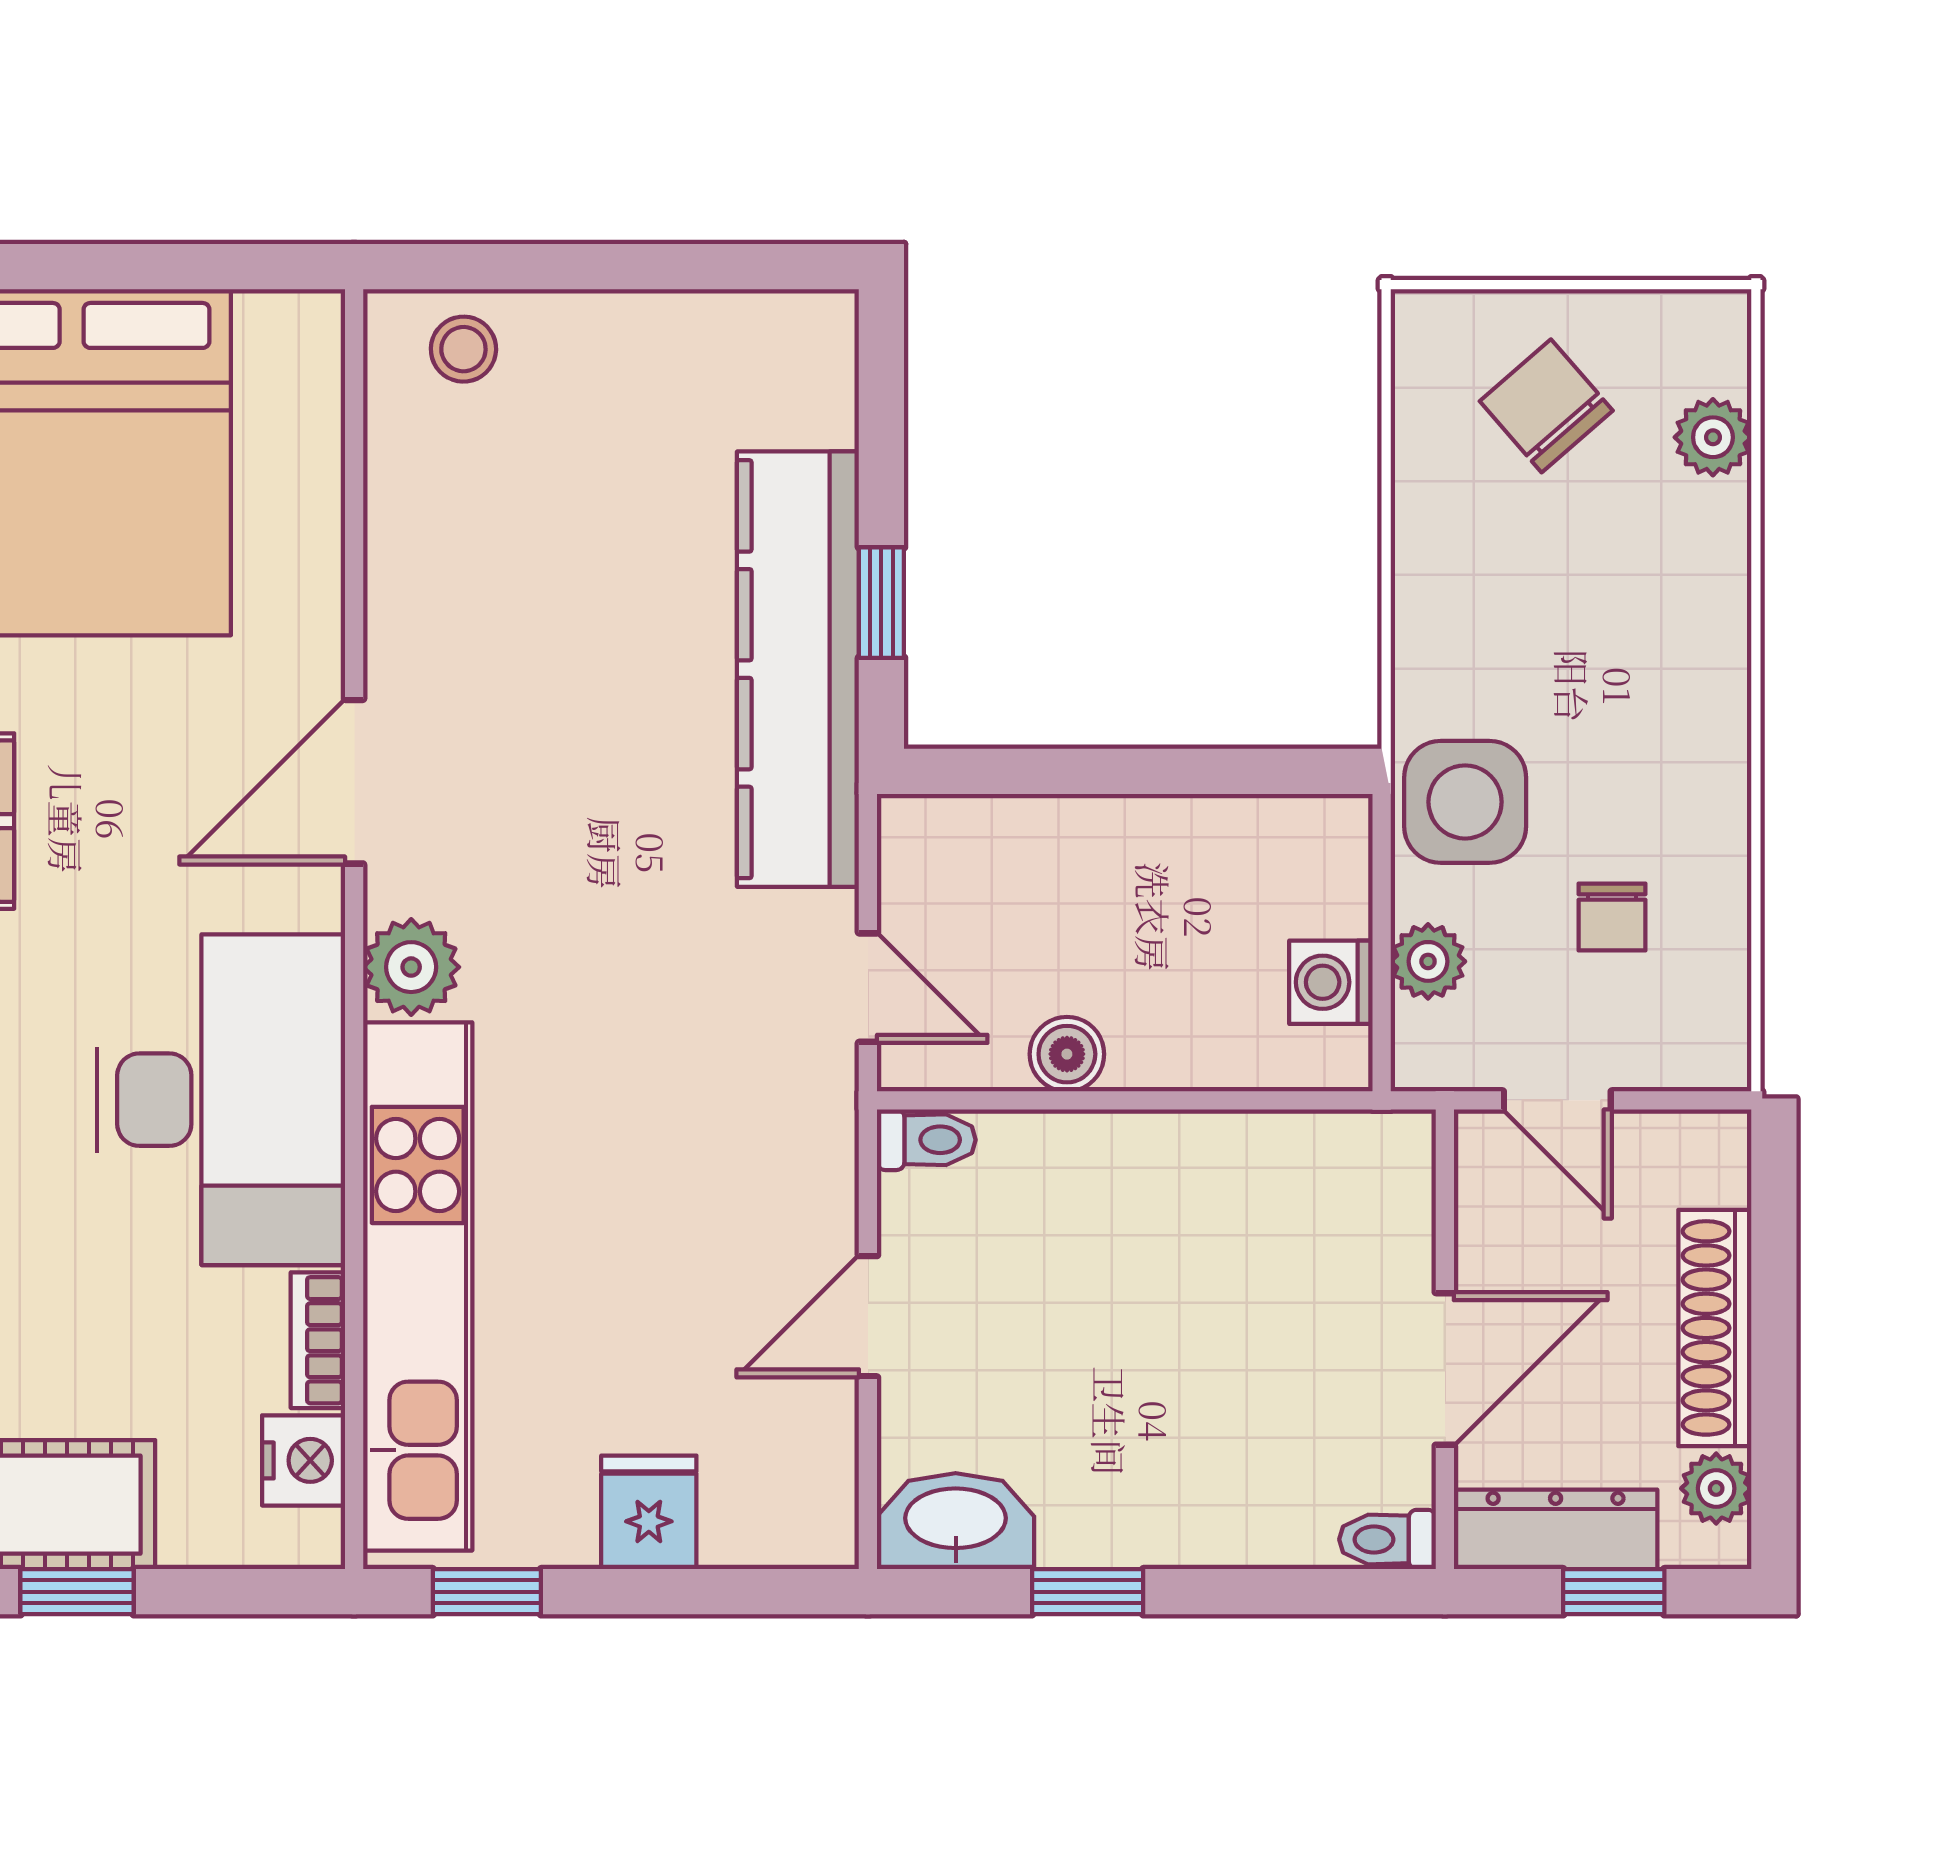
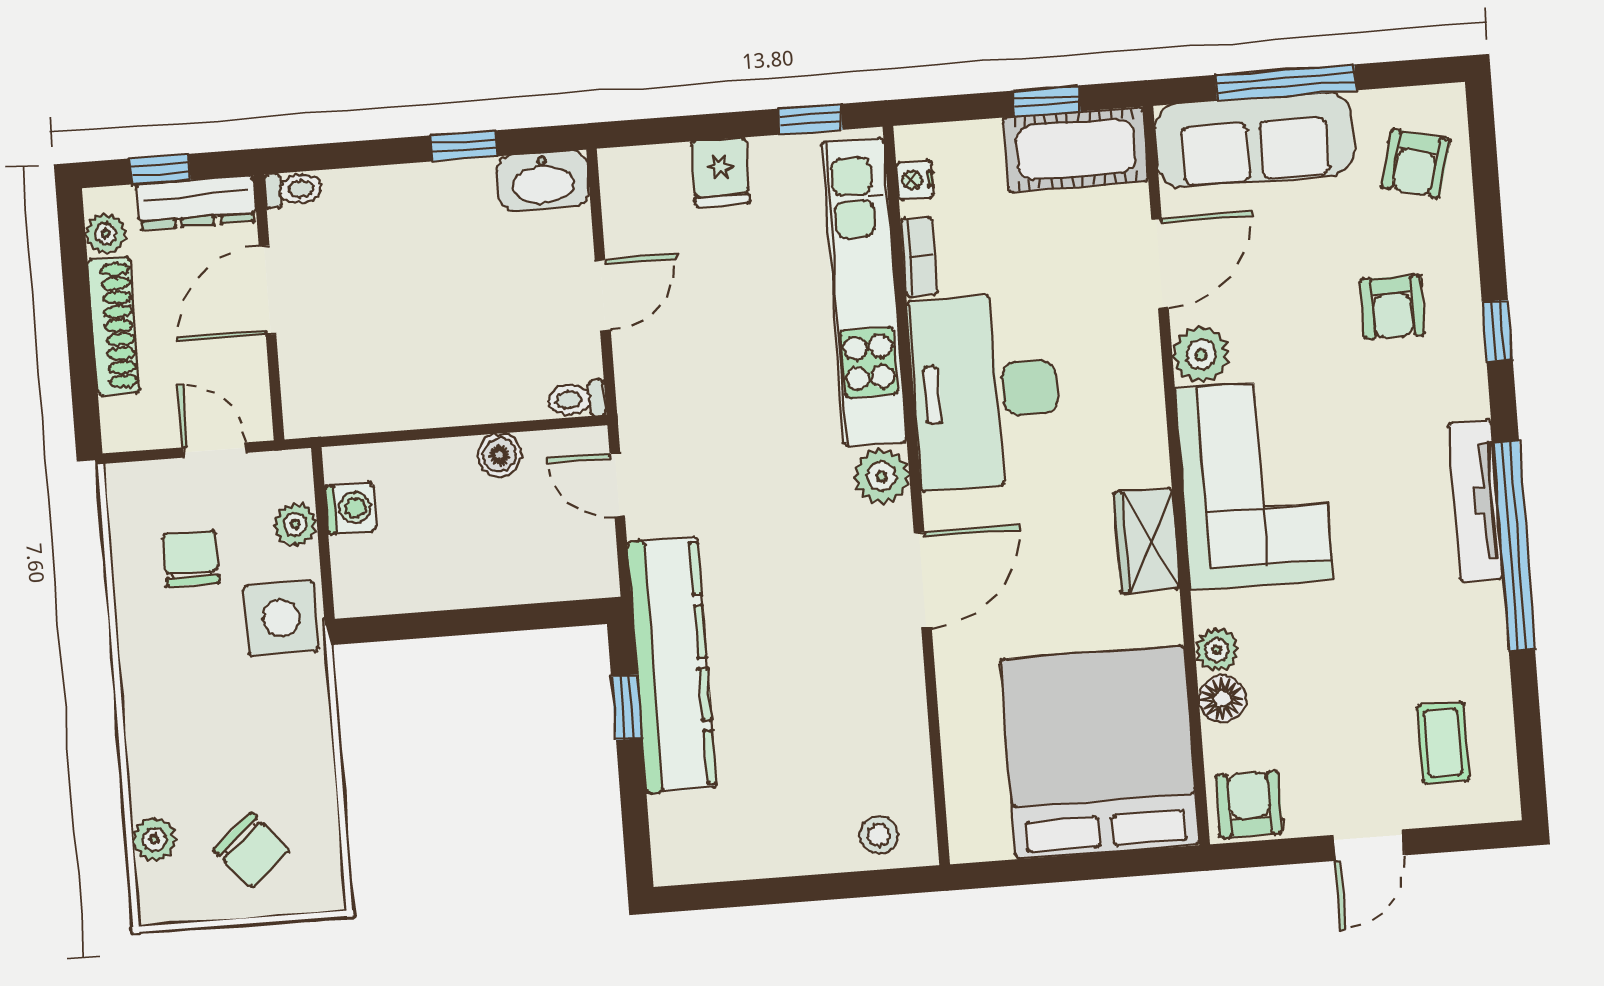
chair: (1612, 917) -> (191, 558), width x1.37, depth x1.37
nightstand: (304, 1460) -> (915, 180), width x0.72, depth x0.74

